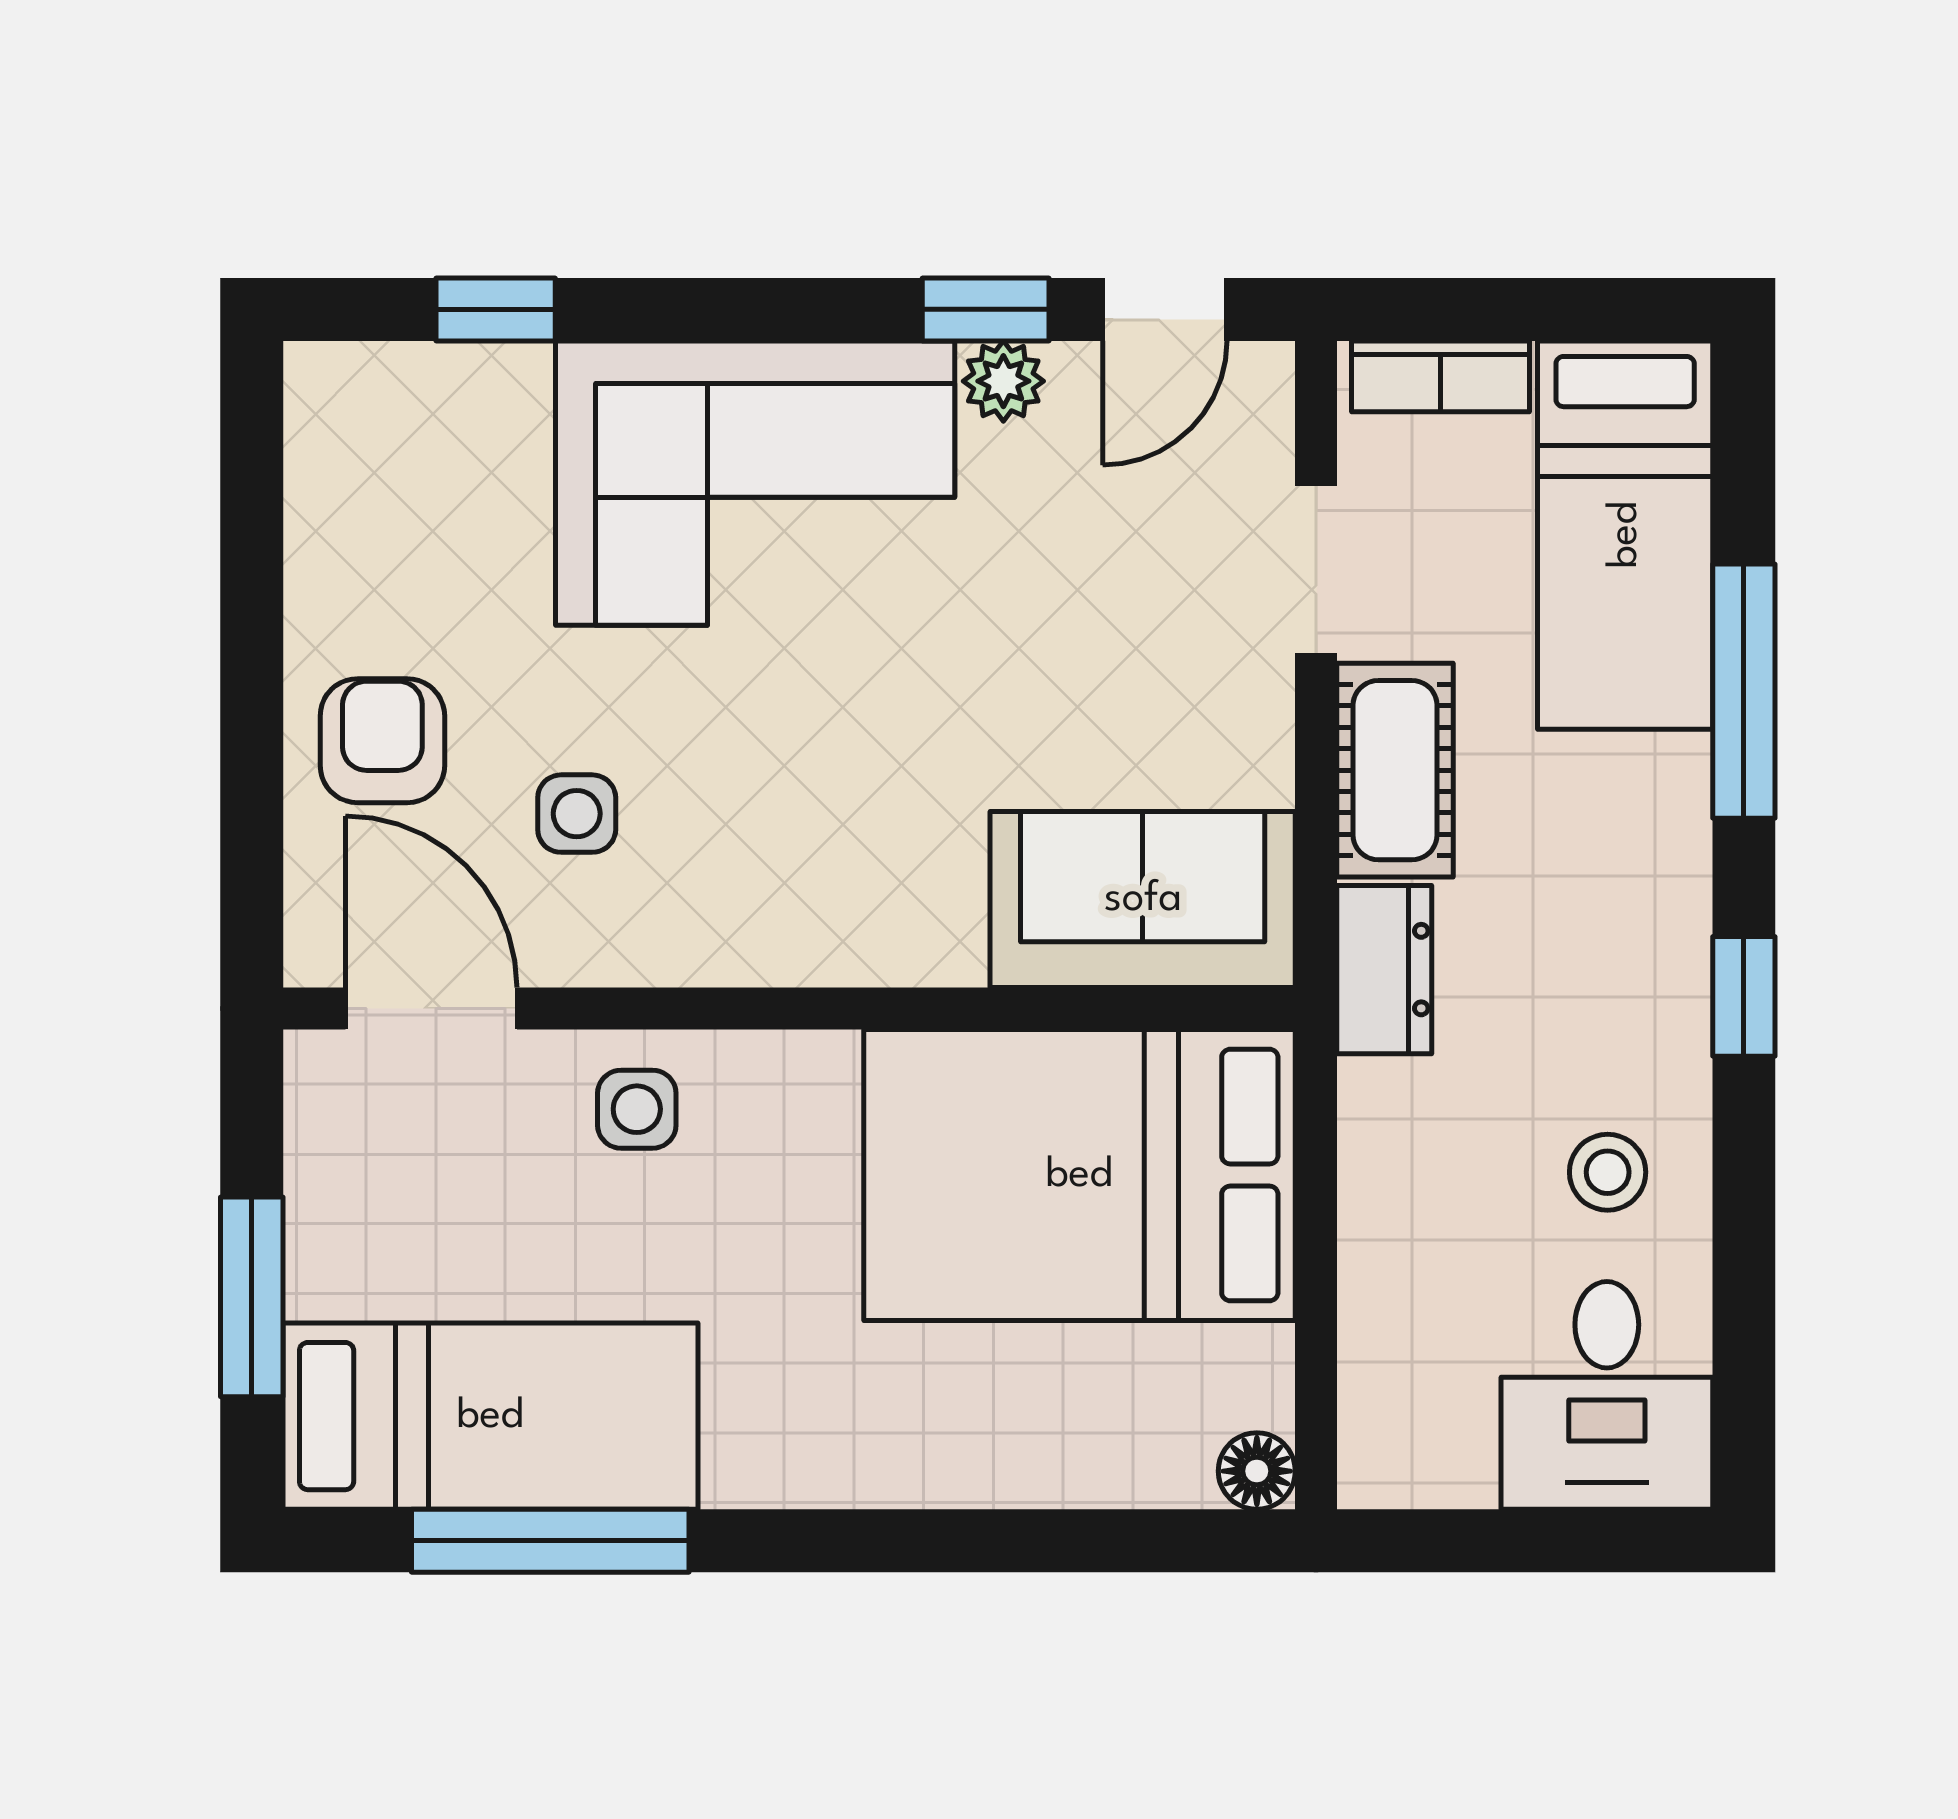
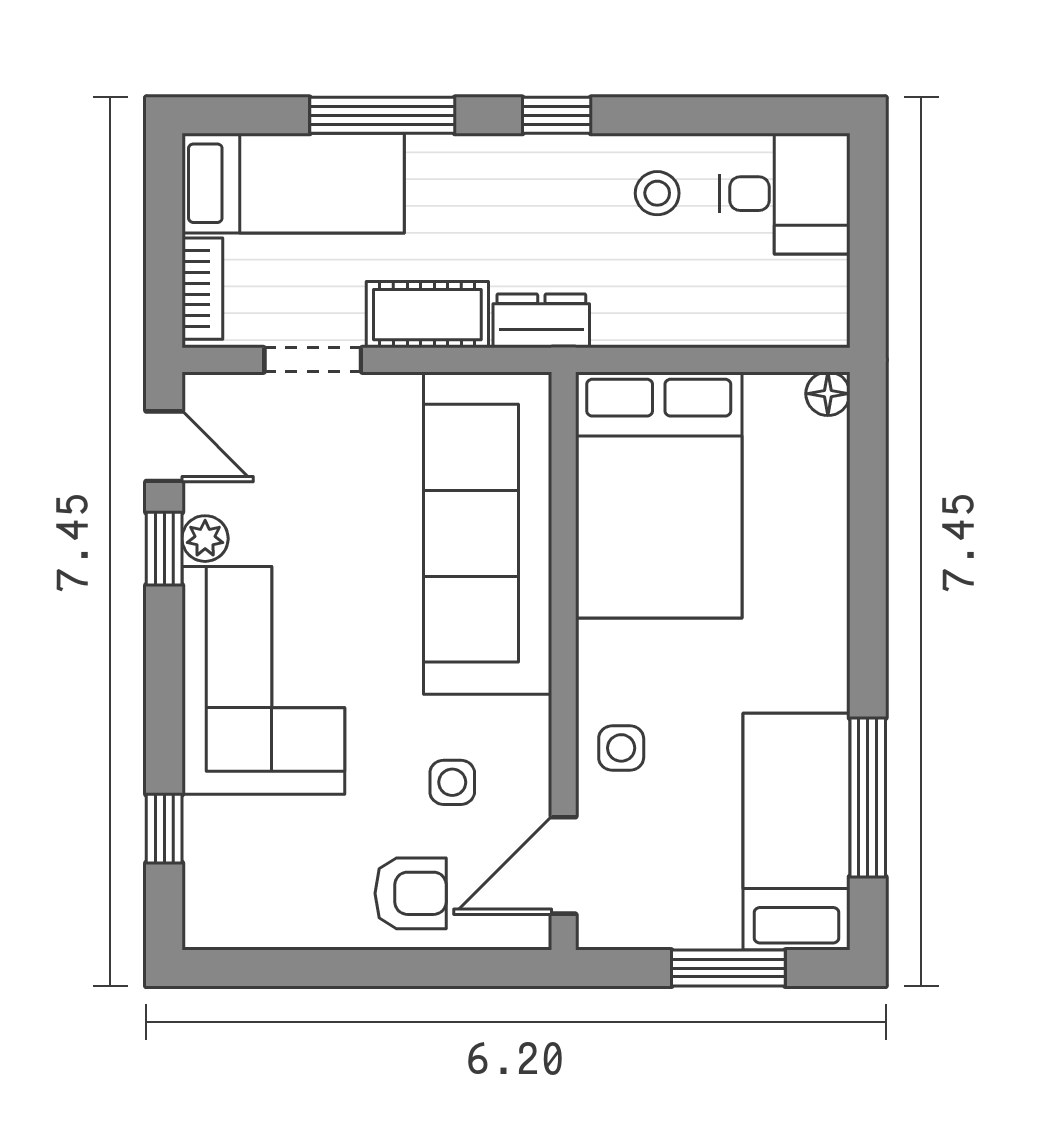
armchair: (382, 741) -> (411, 893), turned 180
sofa: (1143, 899) -> (488, 533), width x1.85, depth x1.27

